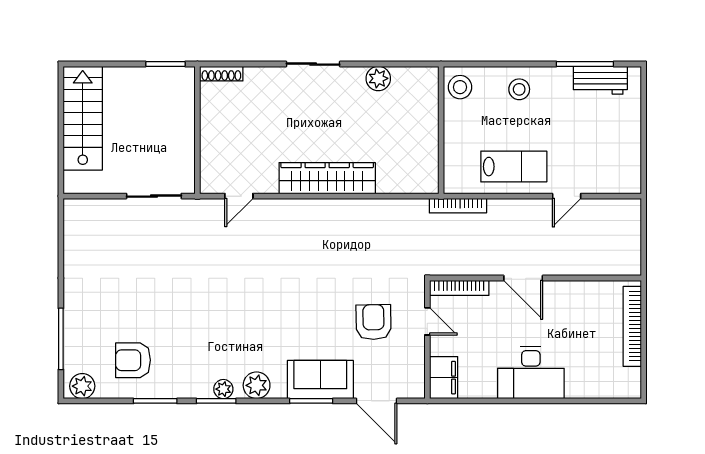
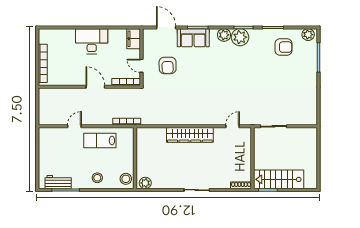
plant: (378, 78) -> (145, 183), moved
stairs: (83, 118) -> (279, 179), moved, turned 90
plant: (223, 389) -> (240, 37), width x1.87, depth x1.87

